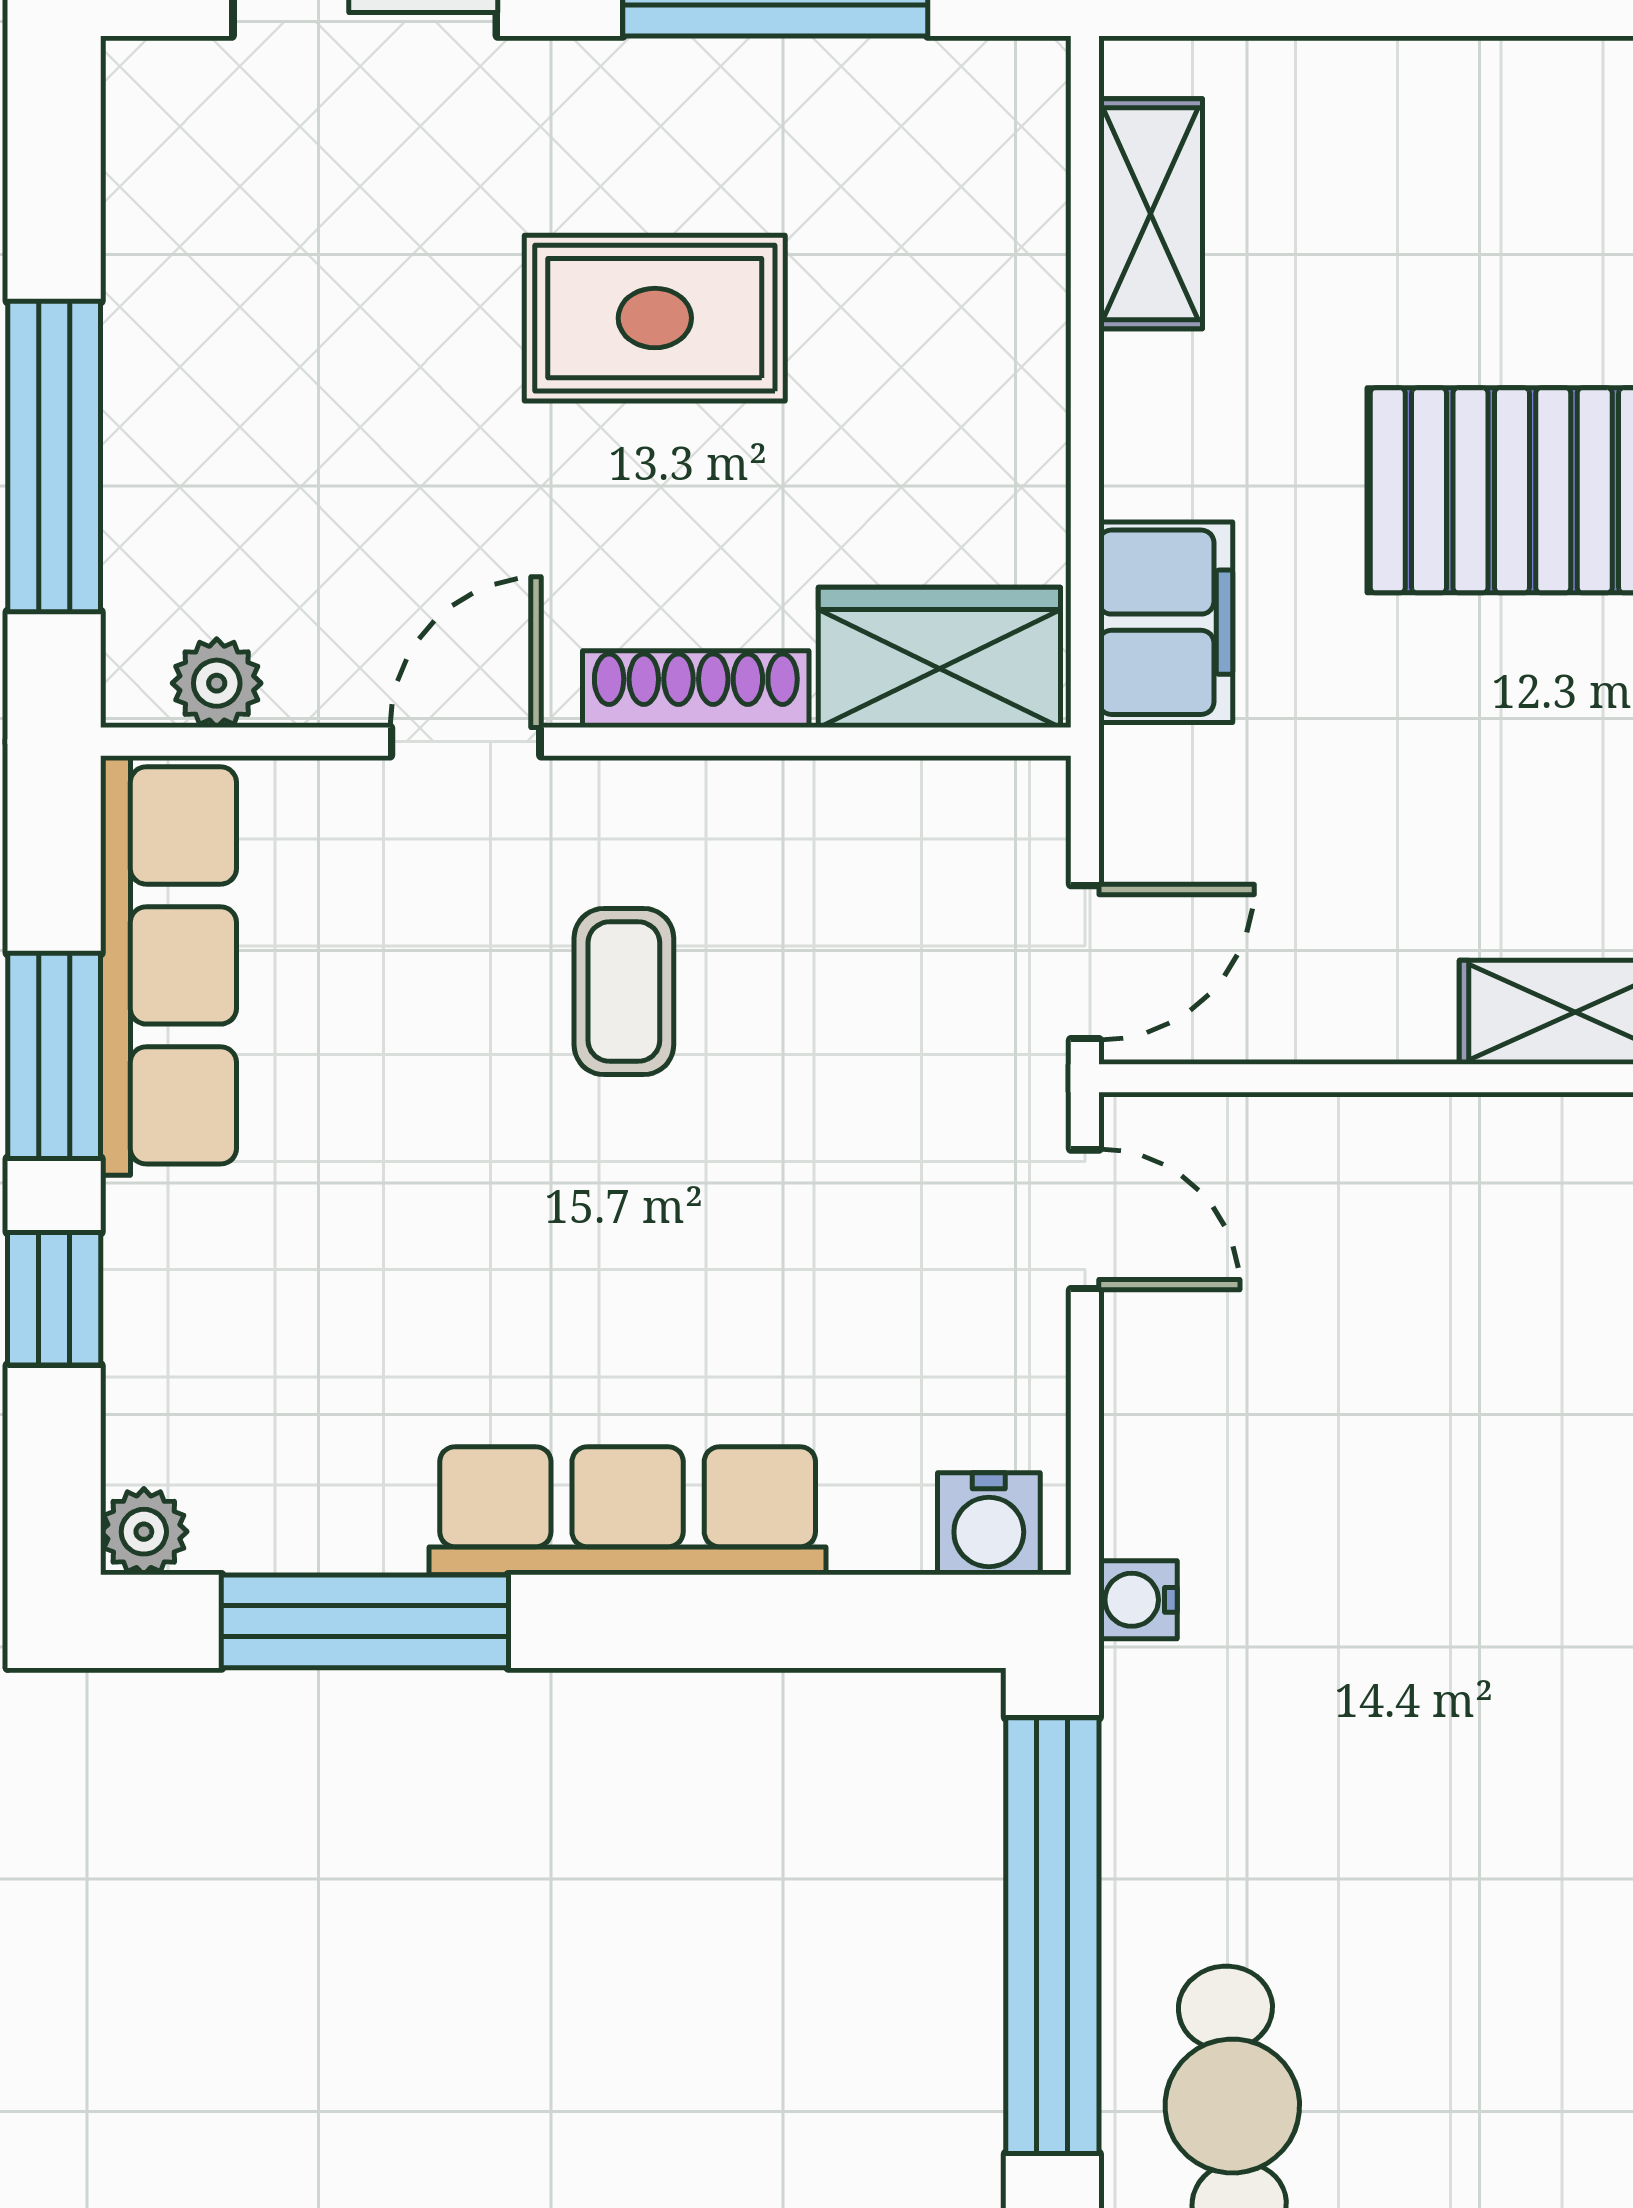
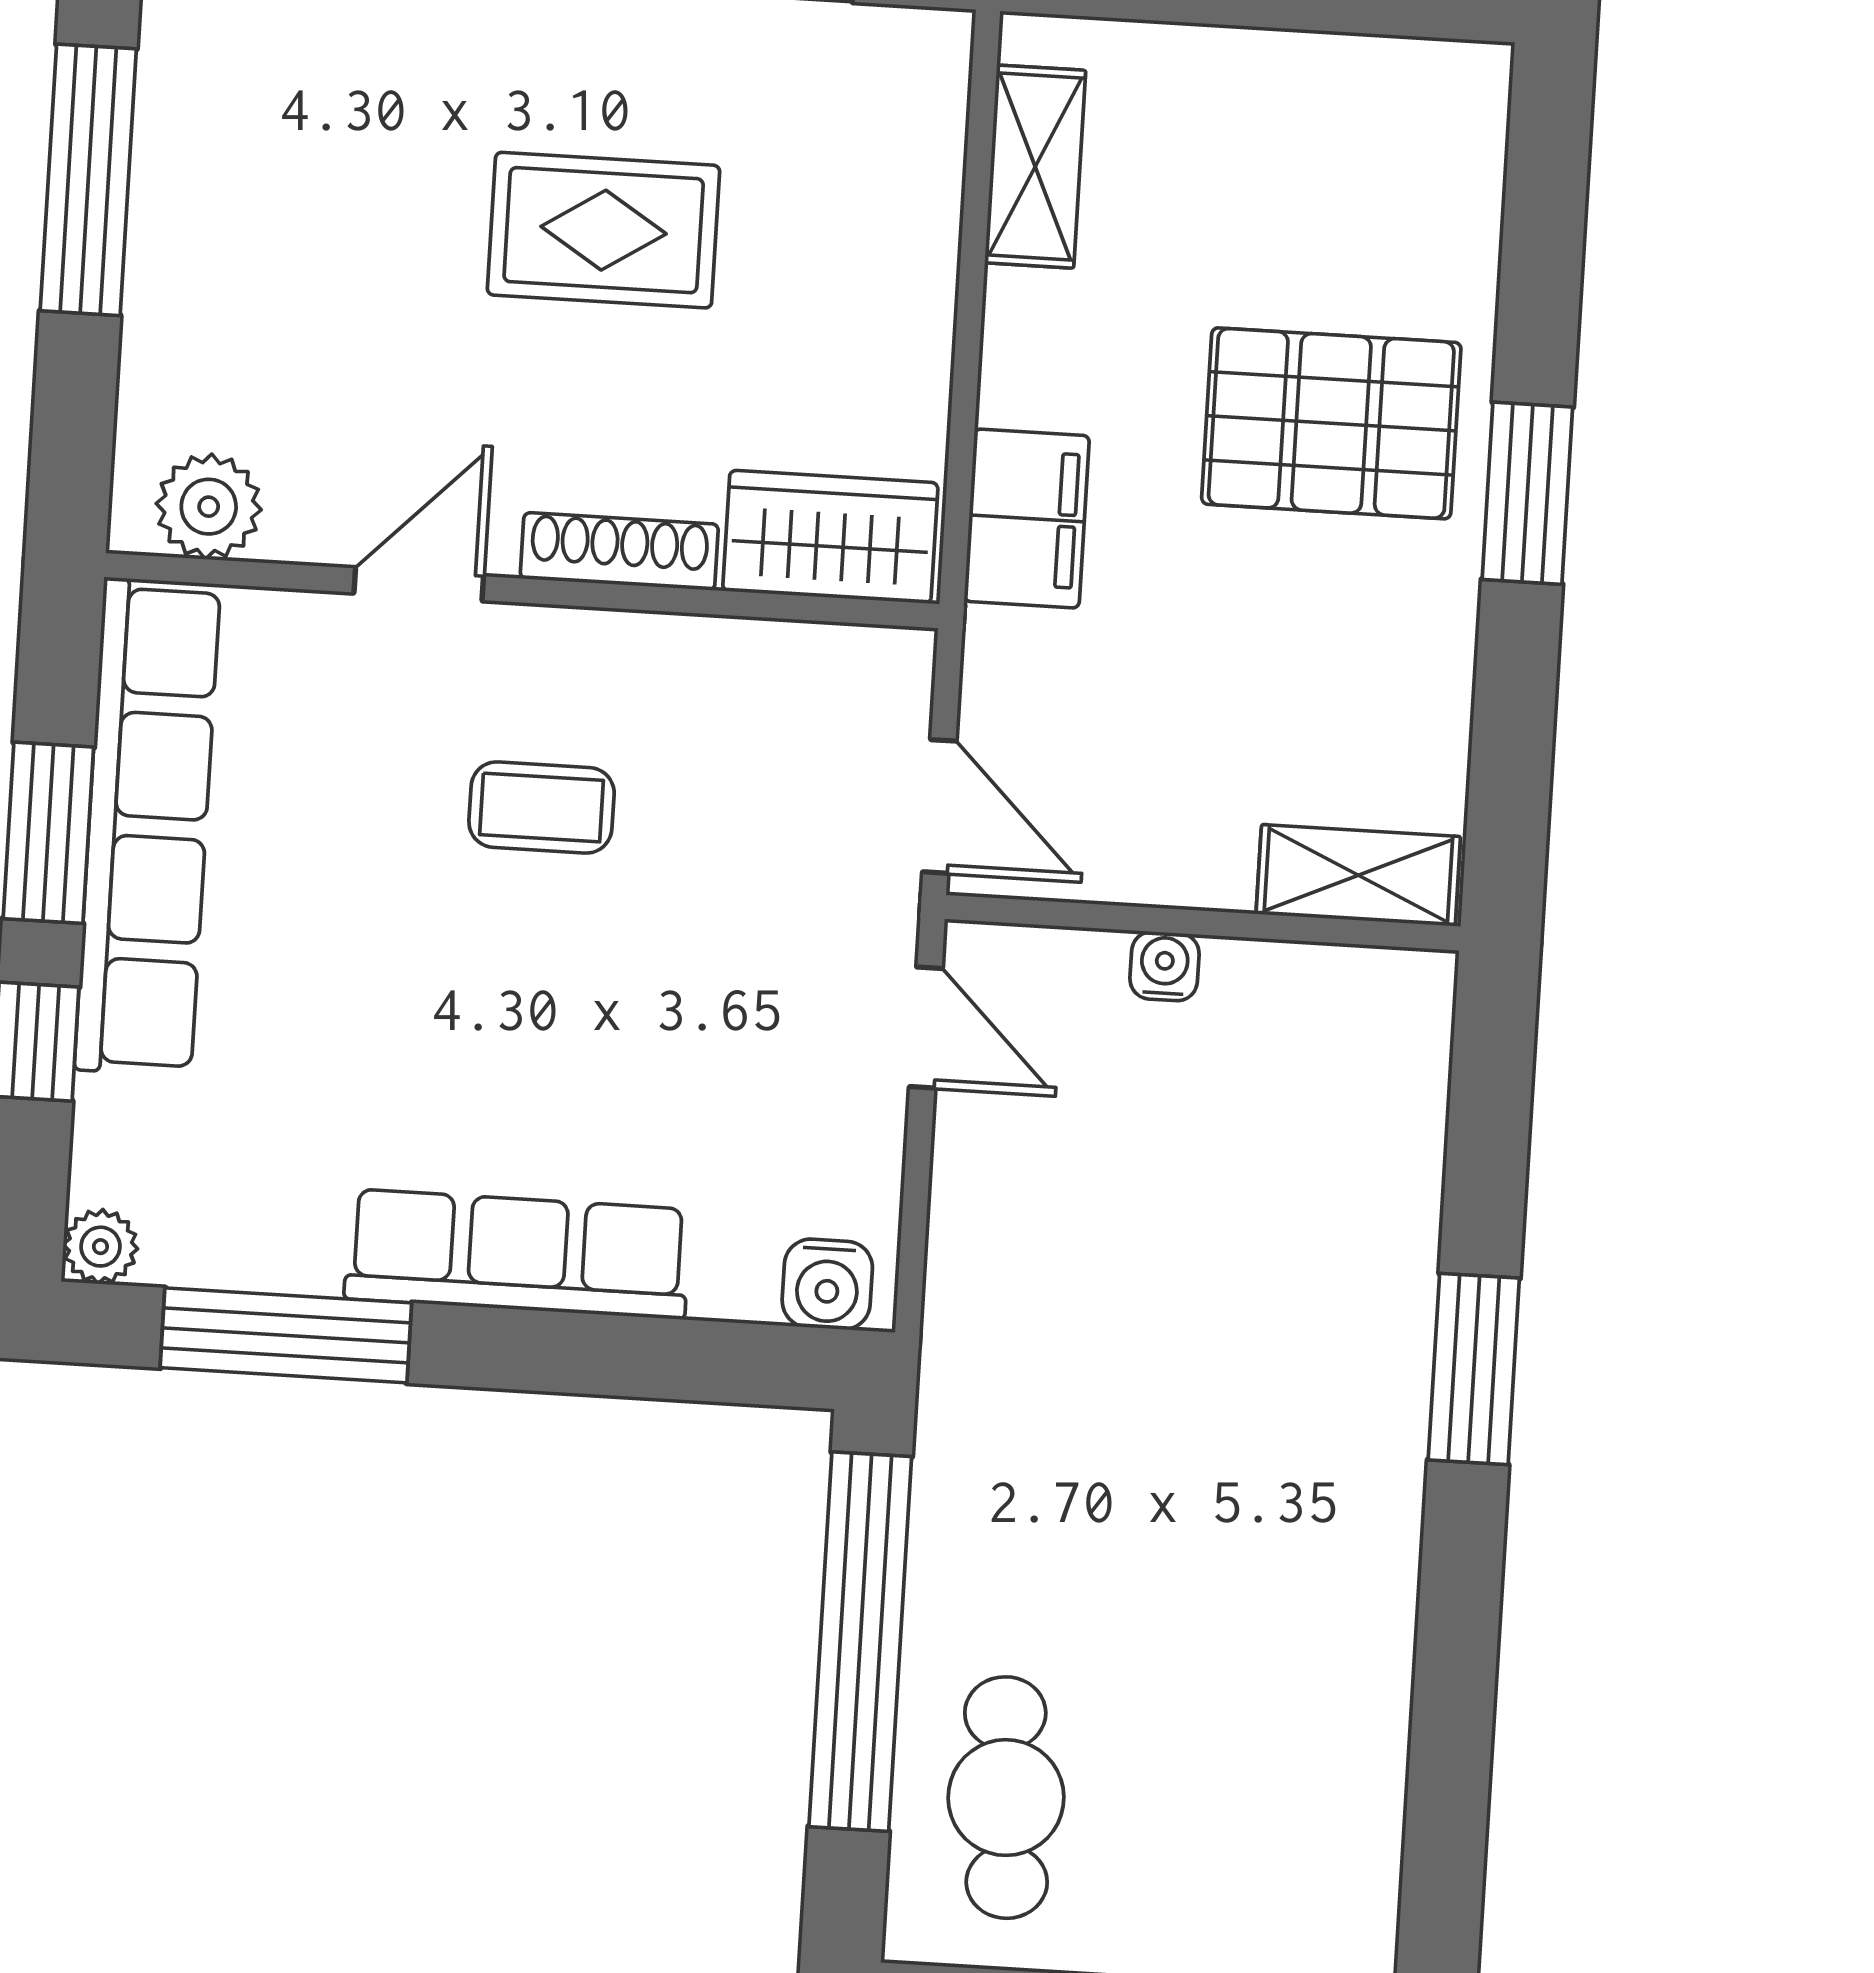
window: (54, 456) -> (88, 180), moved
plant: (217, 683) -> (209, 507), width x1.38, depth x1.38
door: (1085, 962) -> (939, 806), hinge flipped
row of seats: (168, 965) -> (147, 827), width x1.36
coffee table: (624, 992) -> (542, 808), turned 90
water cooler: (1138, 1600) -> (1165, 966), moved, turned 90

